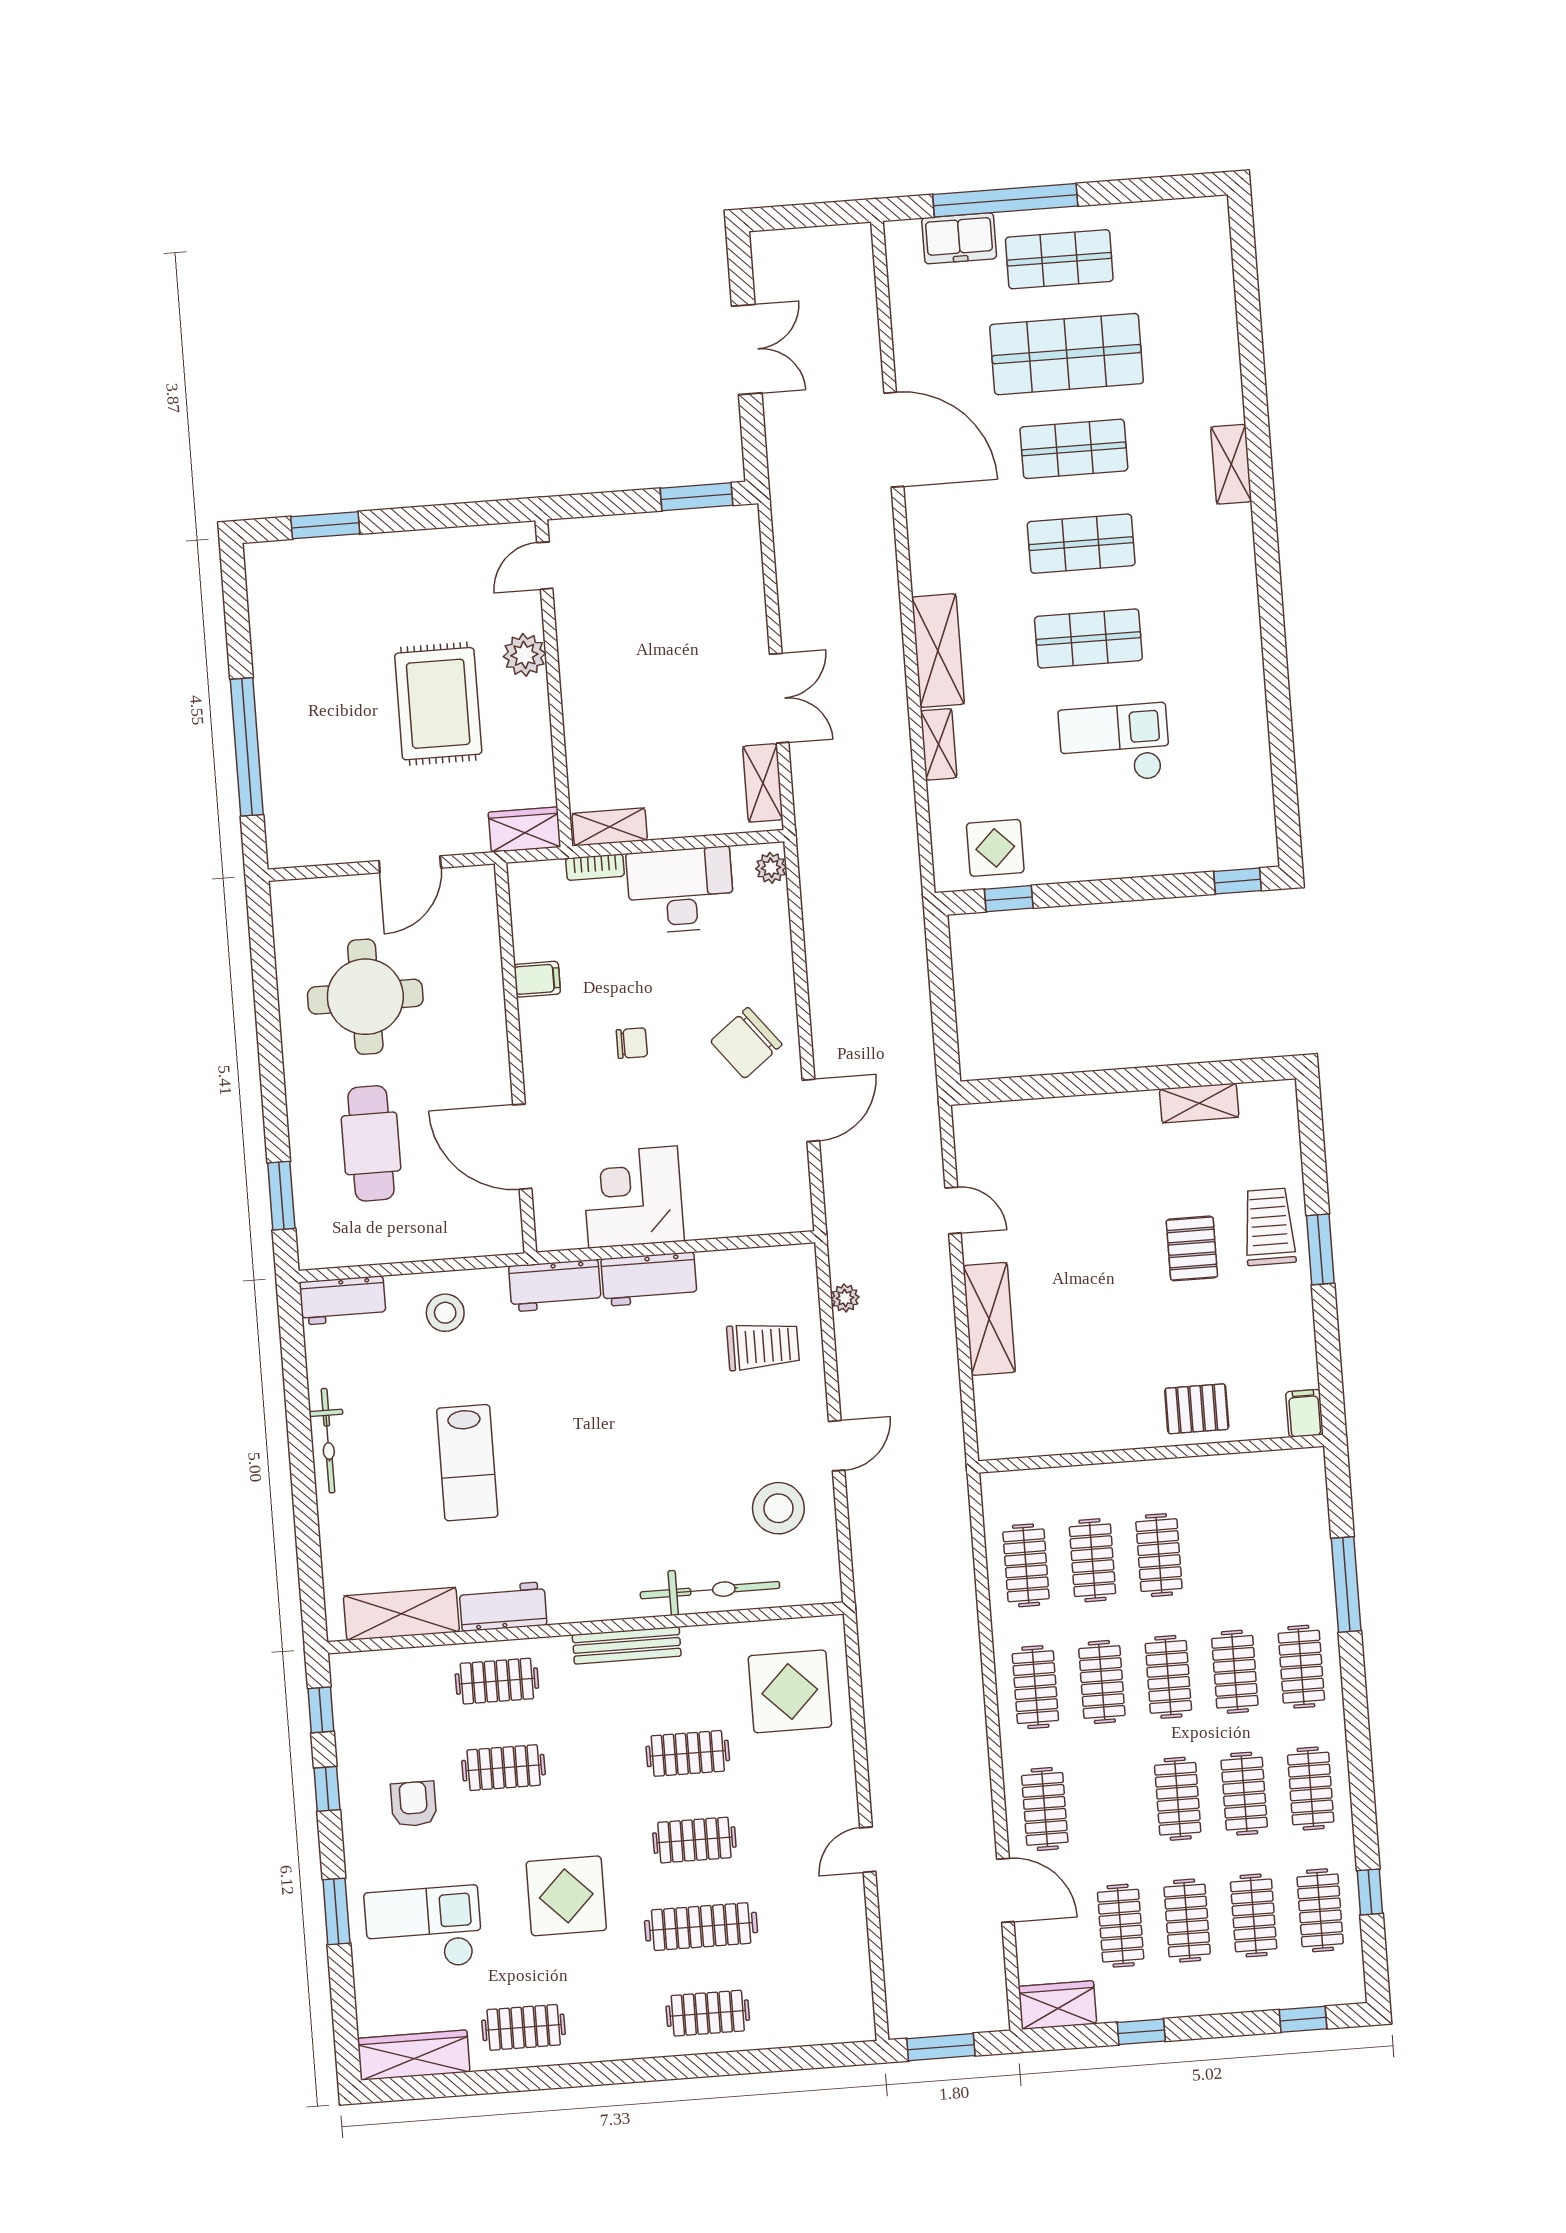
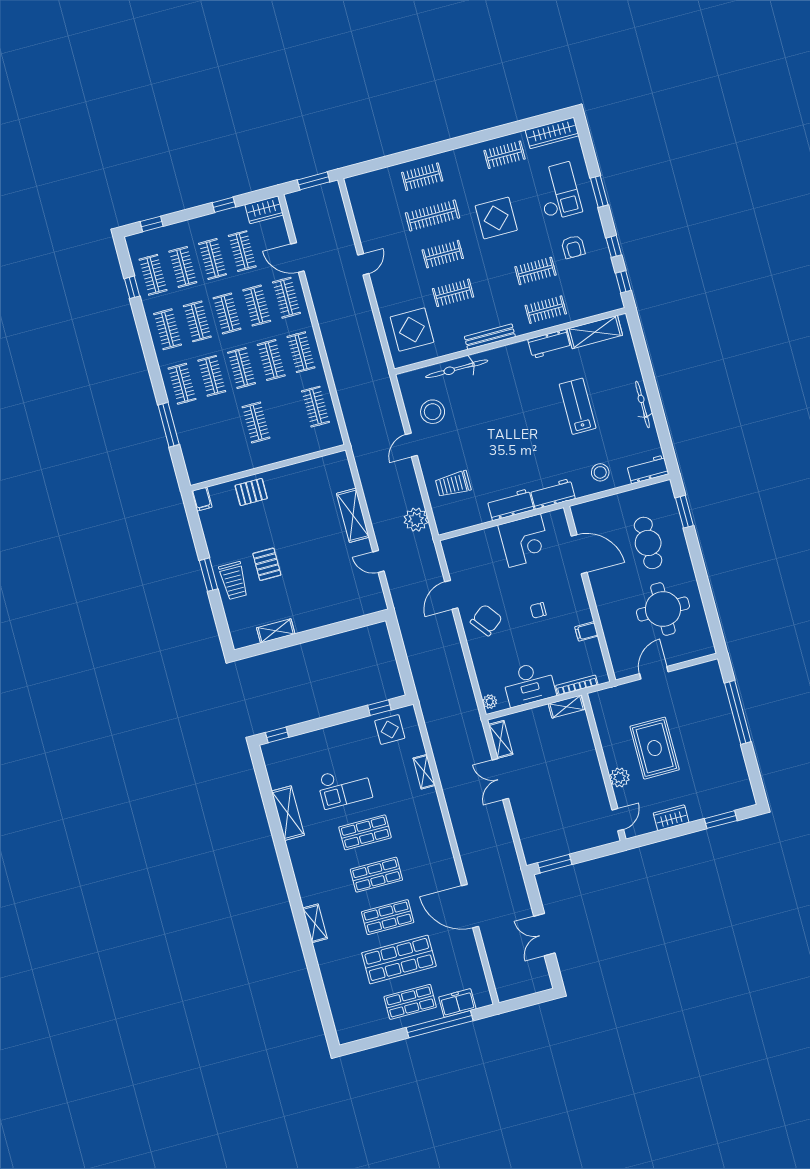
shelving: (938, 651) -> (288, 813), moved
wardrobe: (525, 830) -> (671, 818), moved, turned 180
bookcase: (595, 867) -> (577, 685), width x1.56
plant: (845, 1298) -> (416, 520), width x1.87, depth x1.87
clothes rail: (1092, 1560) -> (257, 306), moved
checkout: (423, 1928) -> (558, 191), turned -90

